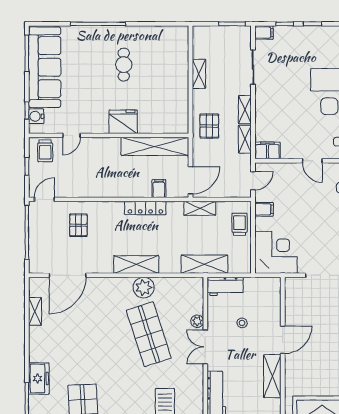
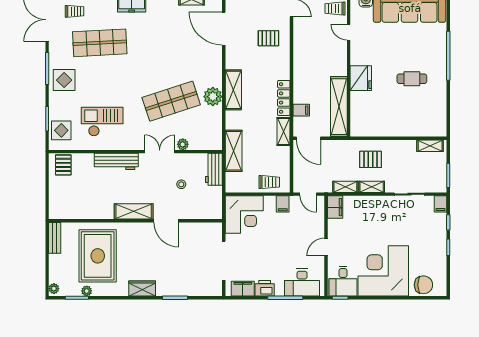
shelving: (199, 74) -> (430, 146), moved
pallet: (209, 126) -> (371, 159), moved
shelving: (200, 208) -> (284, 132), moved

